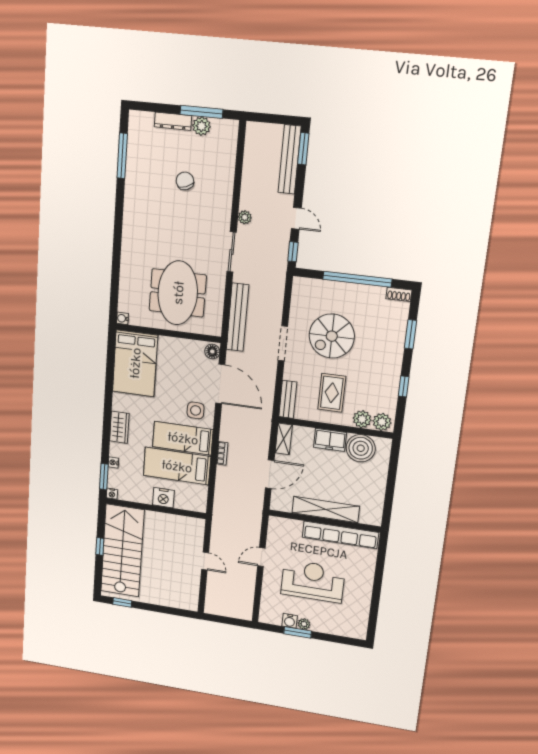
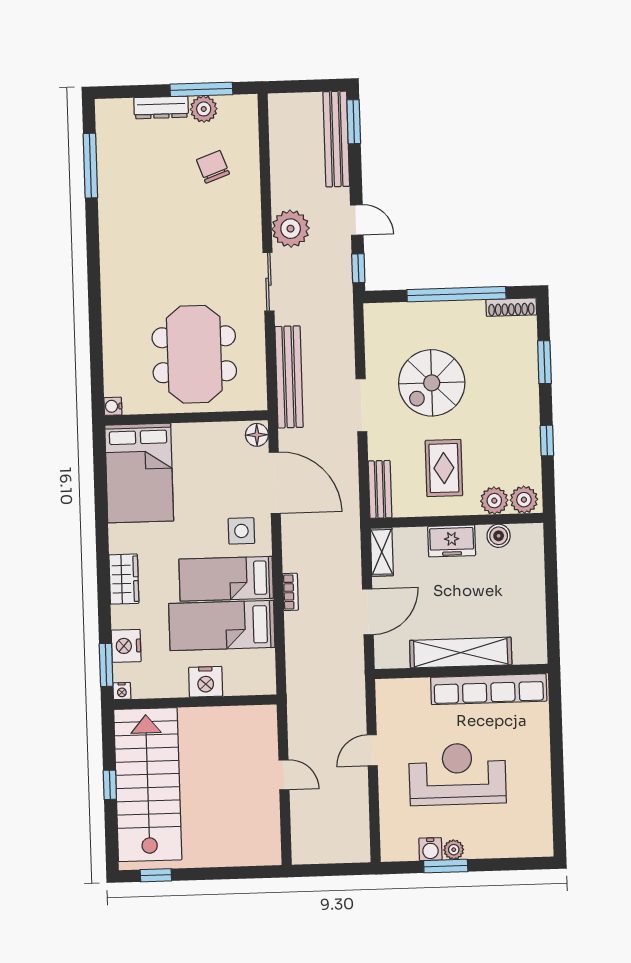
chair: (185, 181) -> (213, 167), moved
plant: (245, 217) -> (291, 229), width x1.88, depth x1.88
shoe rack: (399, 294) -> (511, 307), width x1.43
boiler: (361, 448) -> (499, 536), width x0.54, depth x0.54
nightstand: (113, 462) -> (126, 646), width x1.89, depth x1.79

